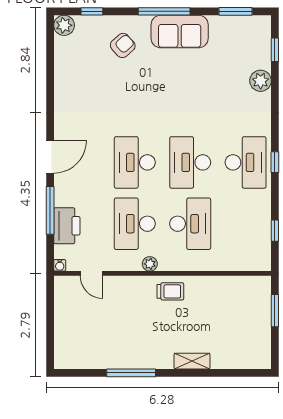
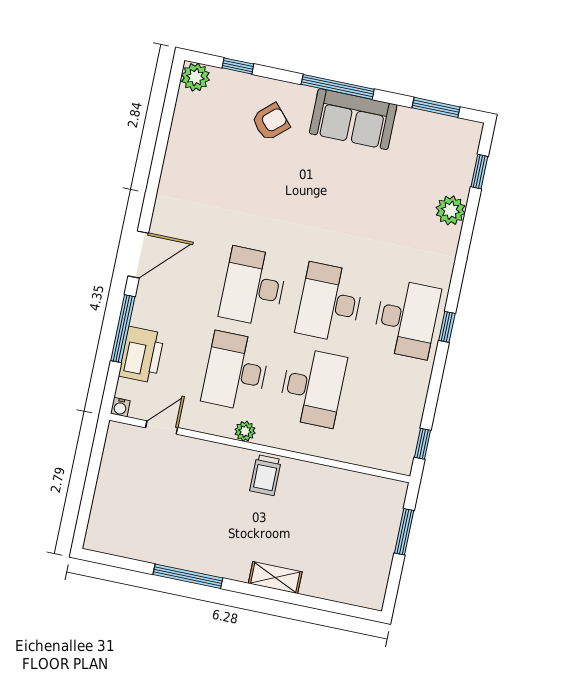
window: (275, 231) -> (422, 444), moved
door: (91, 273) -> (162, 428), swing flipped
trolley: (170, 291) -> (266, 475), turned 90

